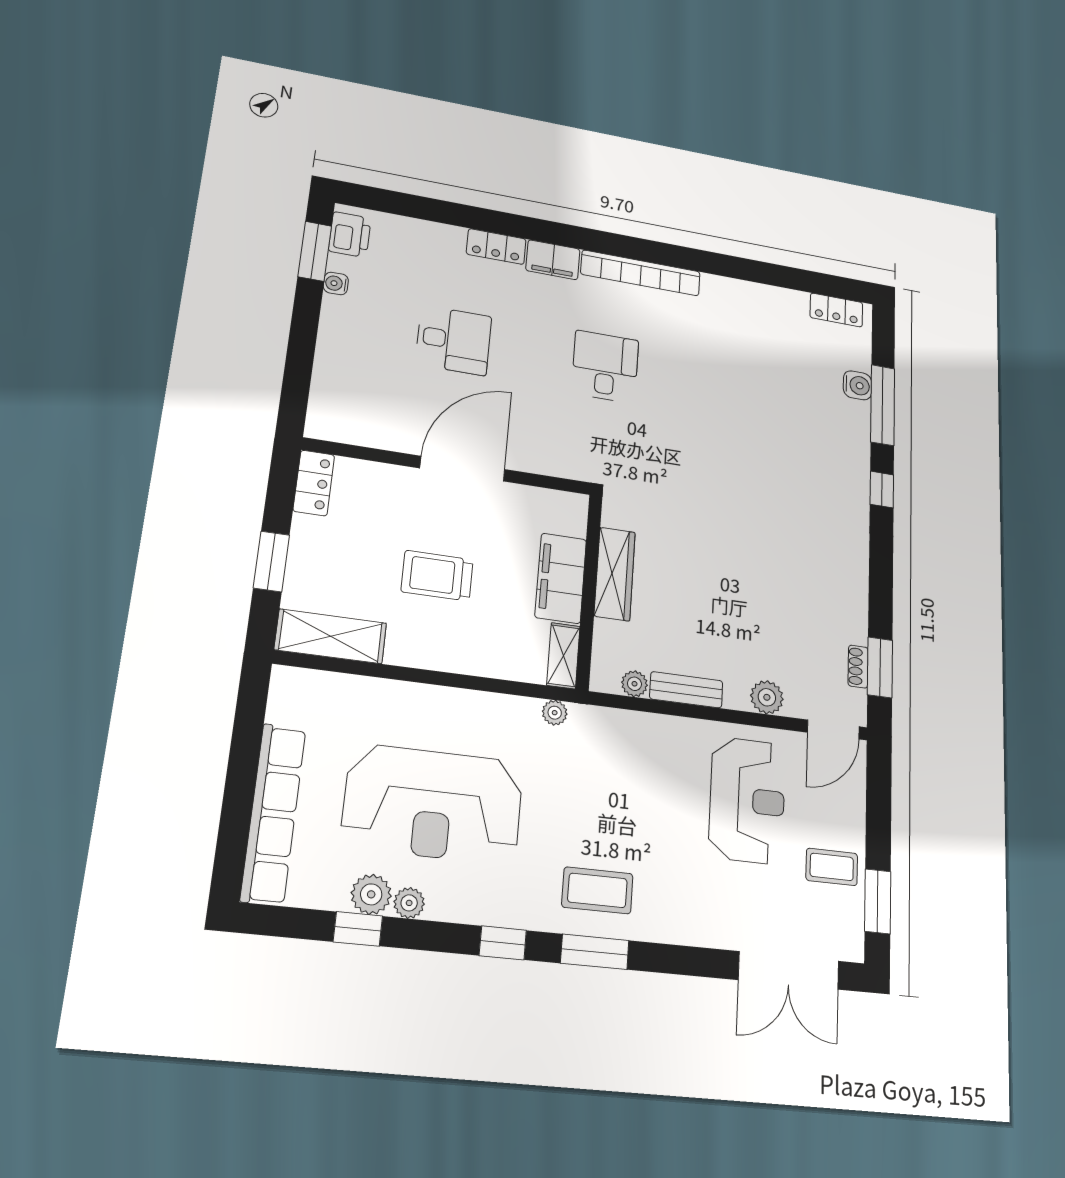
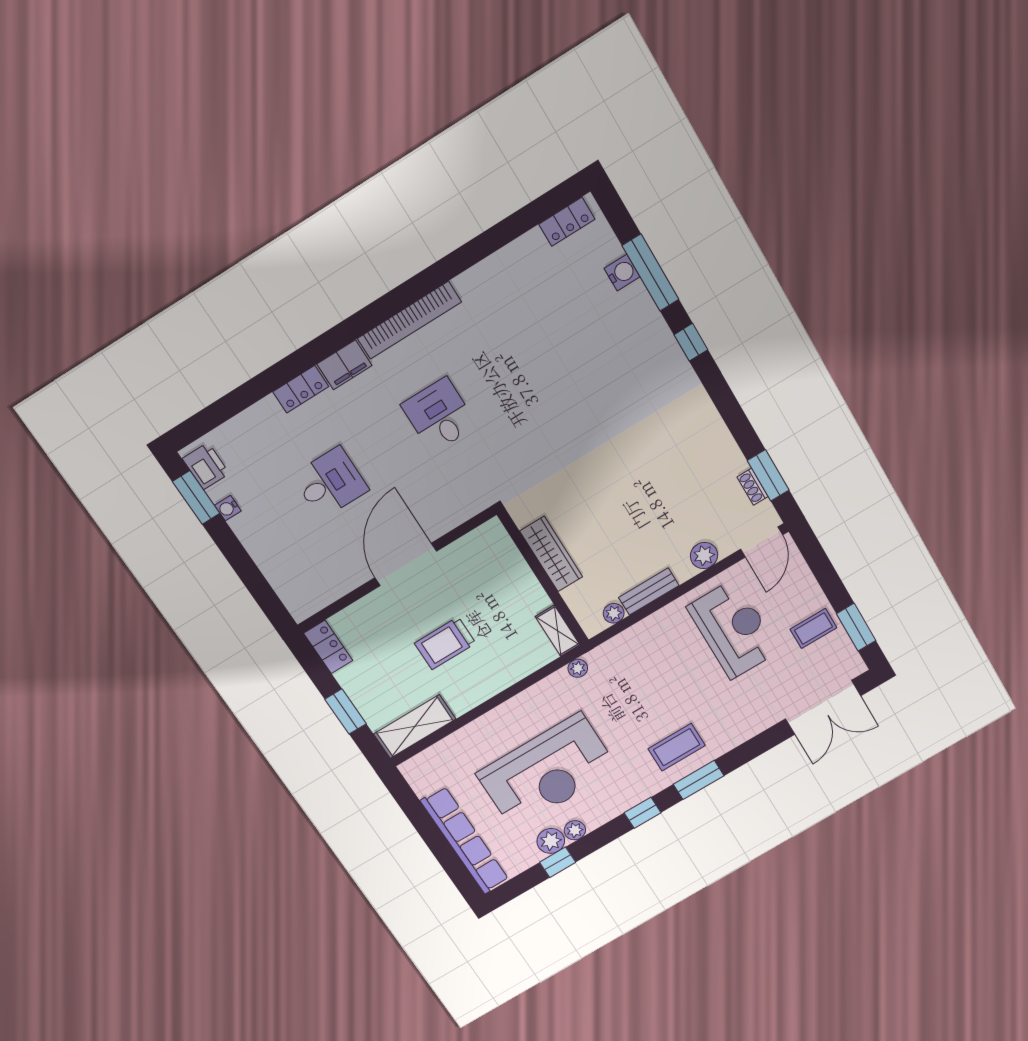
filing cabinet: (561, 578) -> (520, 584), removed

